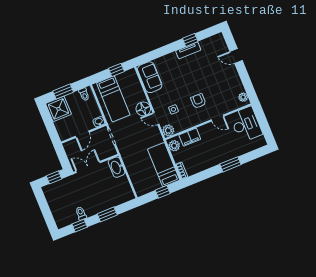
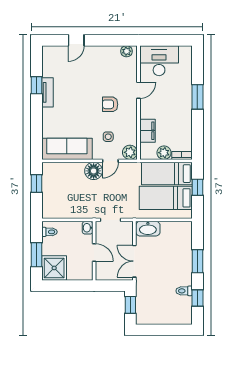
sofa: (150, 77) -> (67, 149), width x1.36
bed: (113, 99) -> (166, 198), moved, turned 180
plant: (174, 146) -> (164, 153), moved

